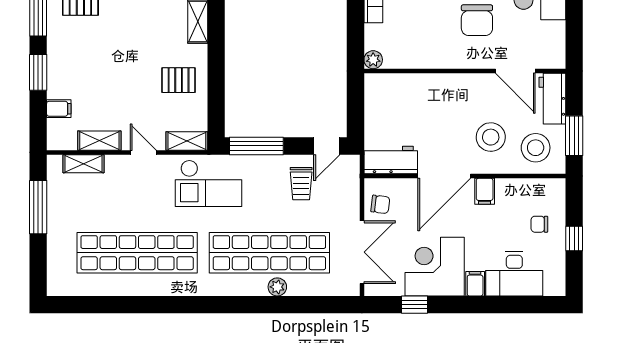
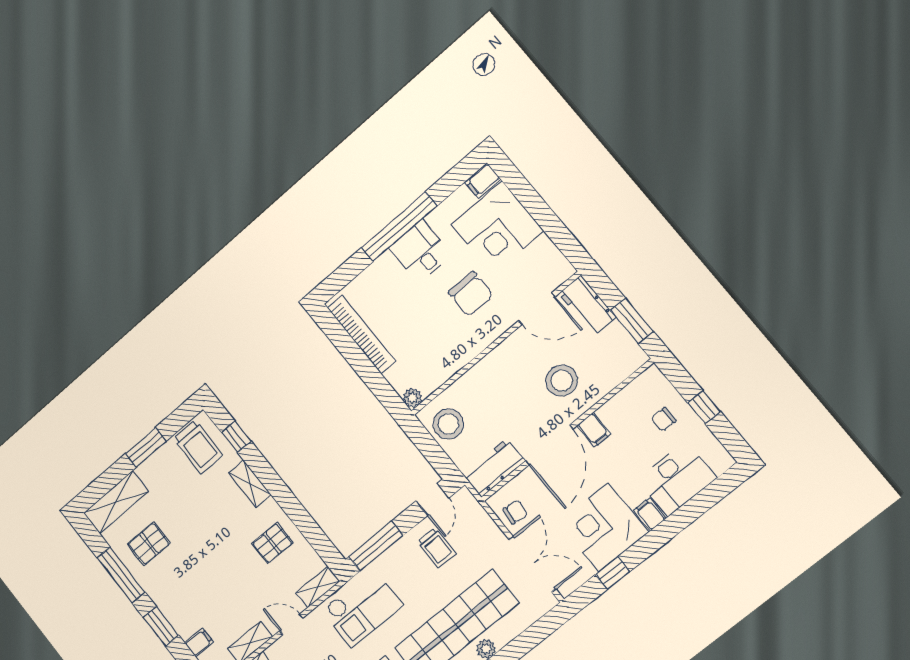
stool: (536, 148) -> (448, 424), moved

